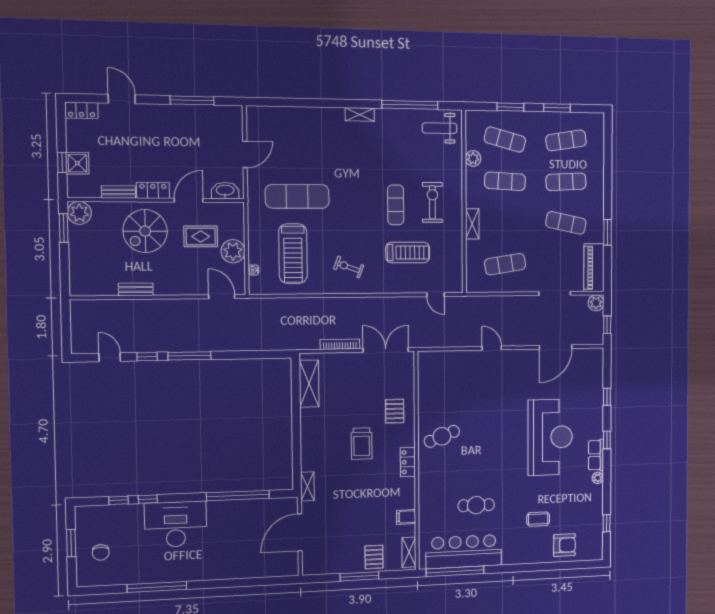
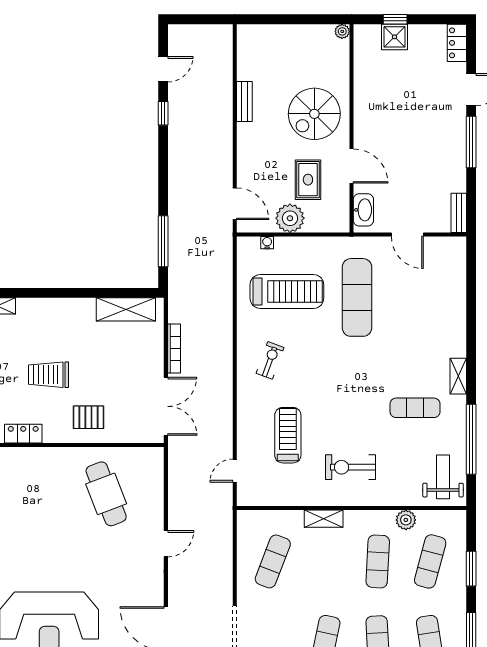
window: (192, 100) -> (471, 142), moved
locker: (153, 190) -> (363, 124), removed
bench: (118, 192) -> (459, 213), moved
exercise bike: (432, 202) -> (351, 467), turned 180
exercise mat: (396, 205) -> (415, 408), moved
plant: (79, 213) -> (342, 31), width x0.53, depth x0.53
window: (64, 228) -> (318, 19), removed
spiral stairs: (145, 231) -> (314, 114), turned -90
treadmill: (408, 253) -> (288, 435), turned 180
treadmill: (293, 254) -> (287, 291), turned 180
exercise mat: (505, 264) -> (273, 561), turned 30
door: (222, 297) -> (235, 204), hinge flipped
window: (189, 356) -> (163, 241), moved
cafe table: (442, 436) -> (106, 494), moved, width x1.37, depth x1.35

